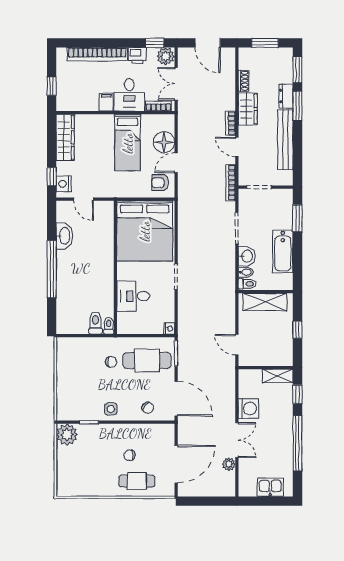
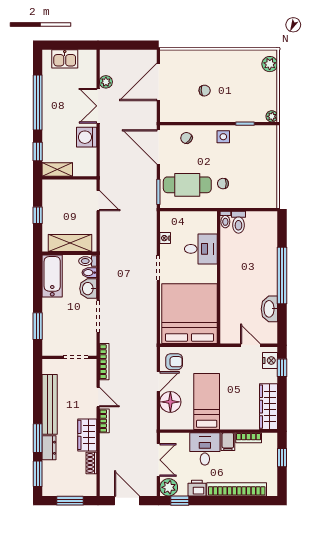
bookcase: (159, 106) -> (249, 438), moved
bathtub: (283, 251) -> (52, 276), moved
nightstand: (169, 329) -> (165, 238), moved
plant: (67, 434) -> (272, 116), width x0.53, depth x0.53
cafe table: (137, 481) -> (197, 65), removed
plant: (64, 482) -> (270, 64), added

